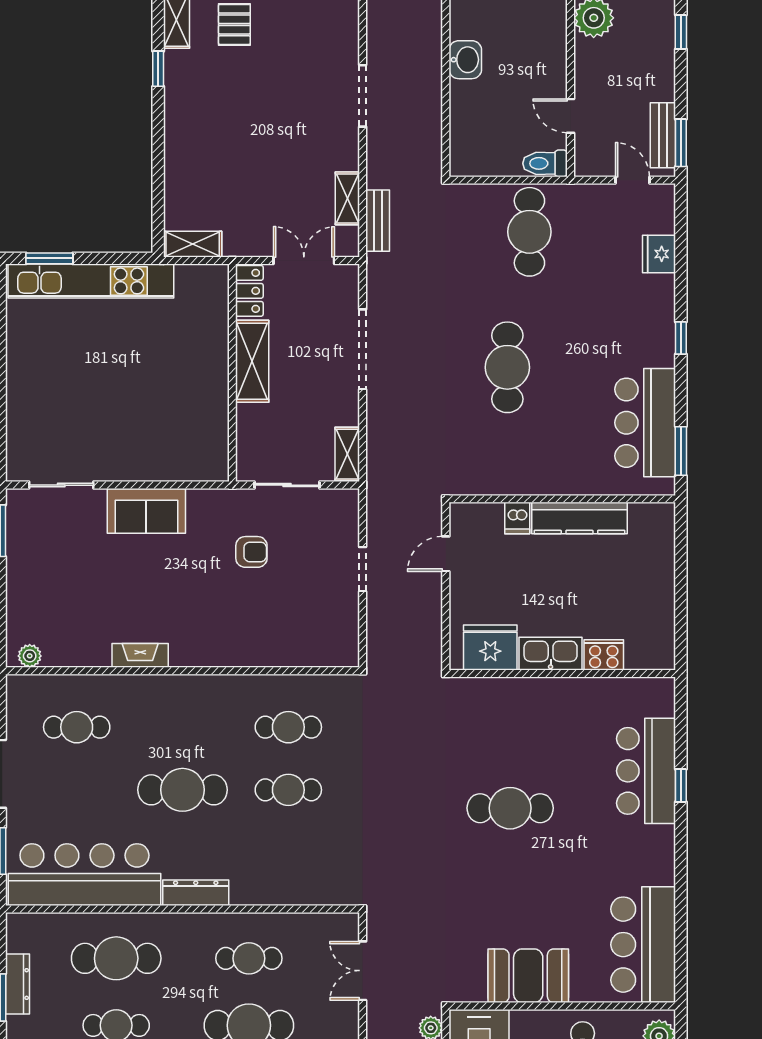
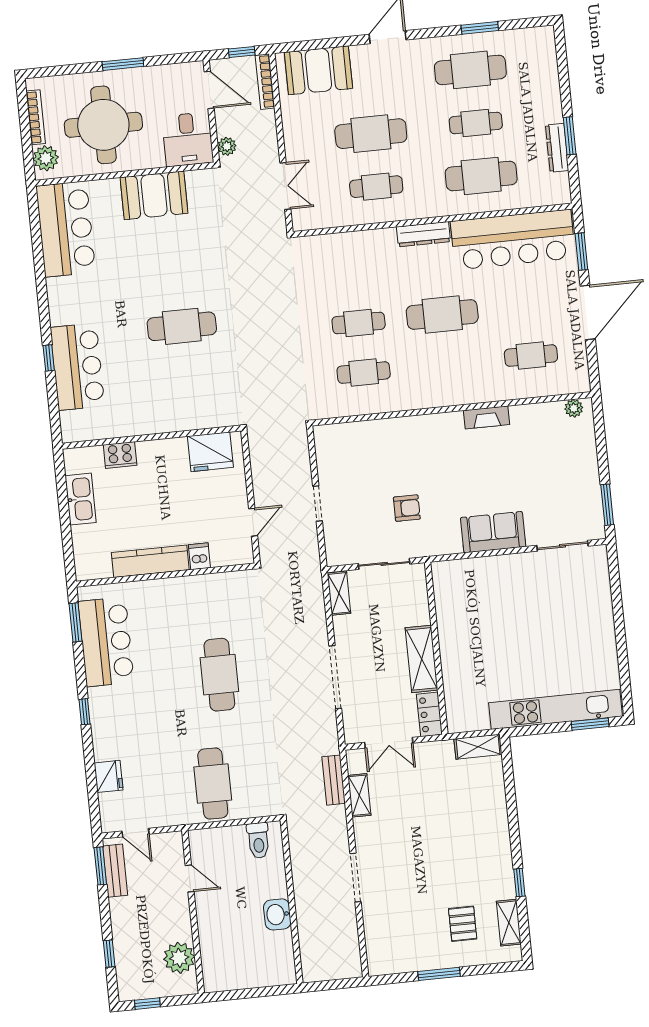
toilet: (545, 163) -> (258, 840), moved, turned 90
armchair: (251, 552) -> (407, 508), turned 180
kitchen sink: (551, 654) -> (81, 499), moved, turned -90

